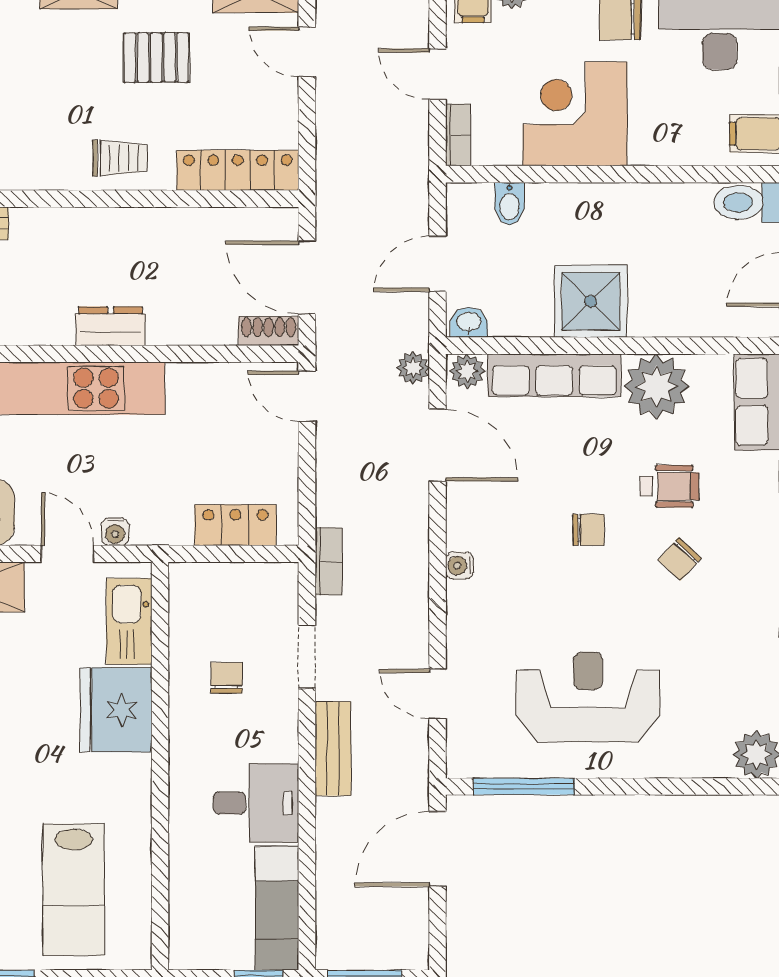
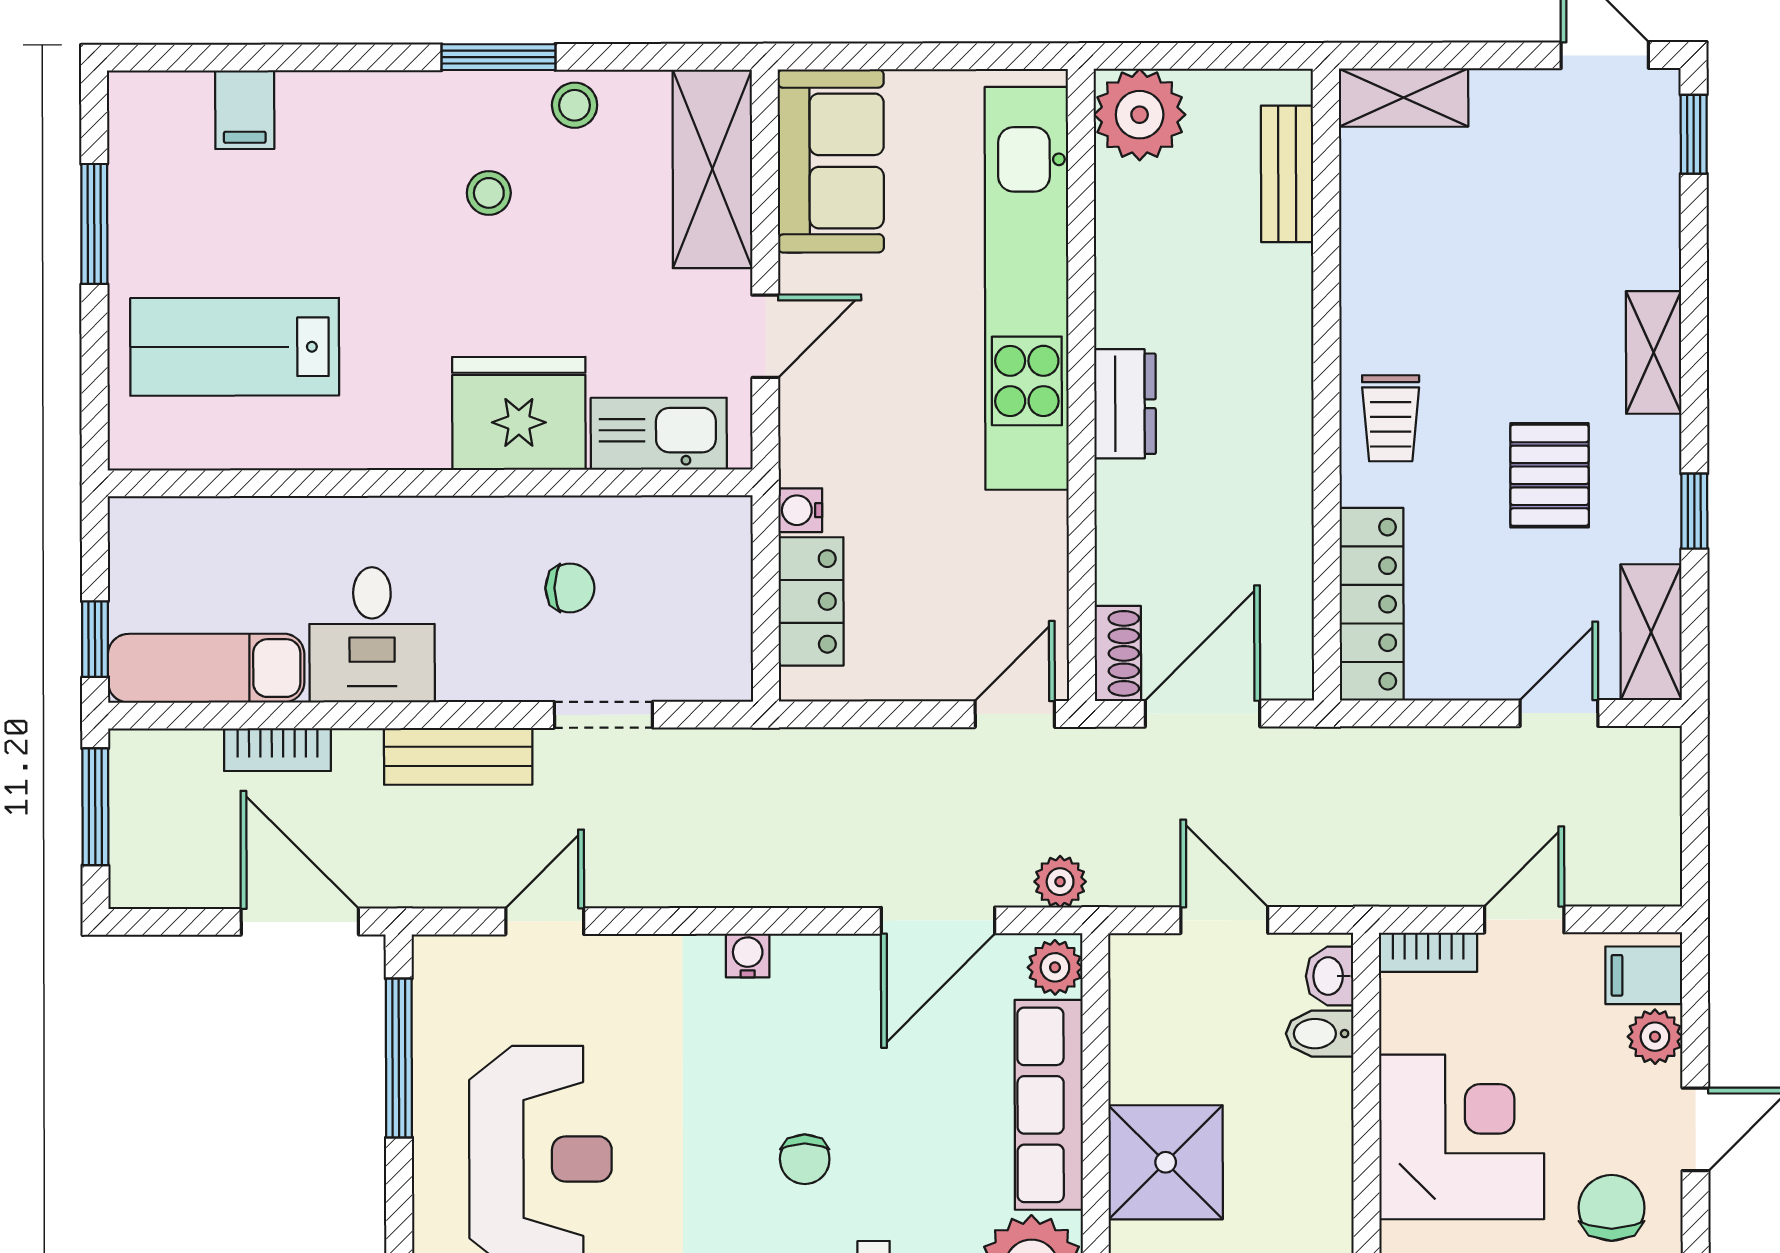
washbasin: (469, 322) -> (1330, 976), moved, turned 180
water cooler: (115, 532) -> (800, 510), moved
bookcase: (329, 561) -> (277, 750), moved

